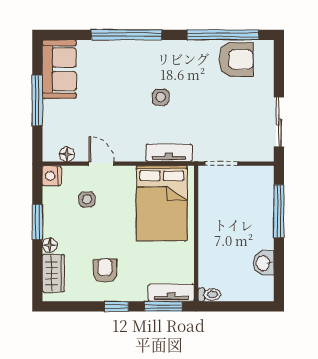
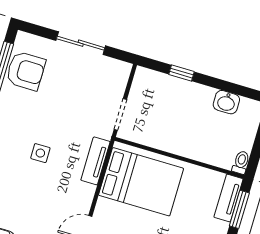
armchair: (236, 59) -> (26, 71), turned 90
sliding door: (279, 122) -> (81, 43), moved
window: (279, 211) -> (182, 73), width x0.46

